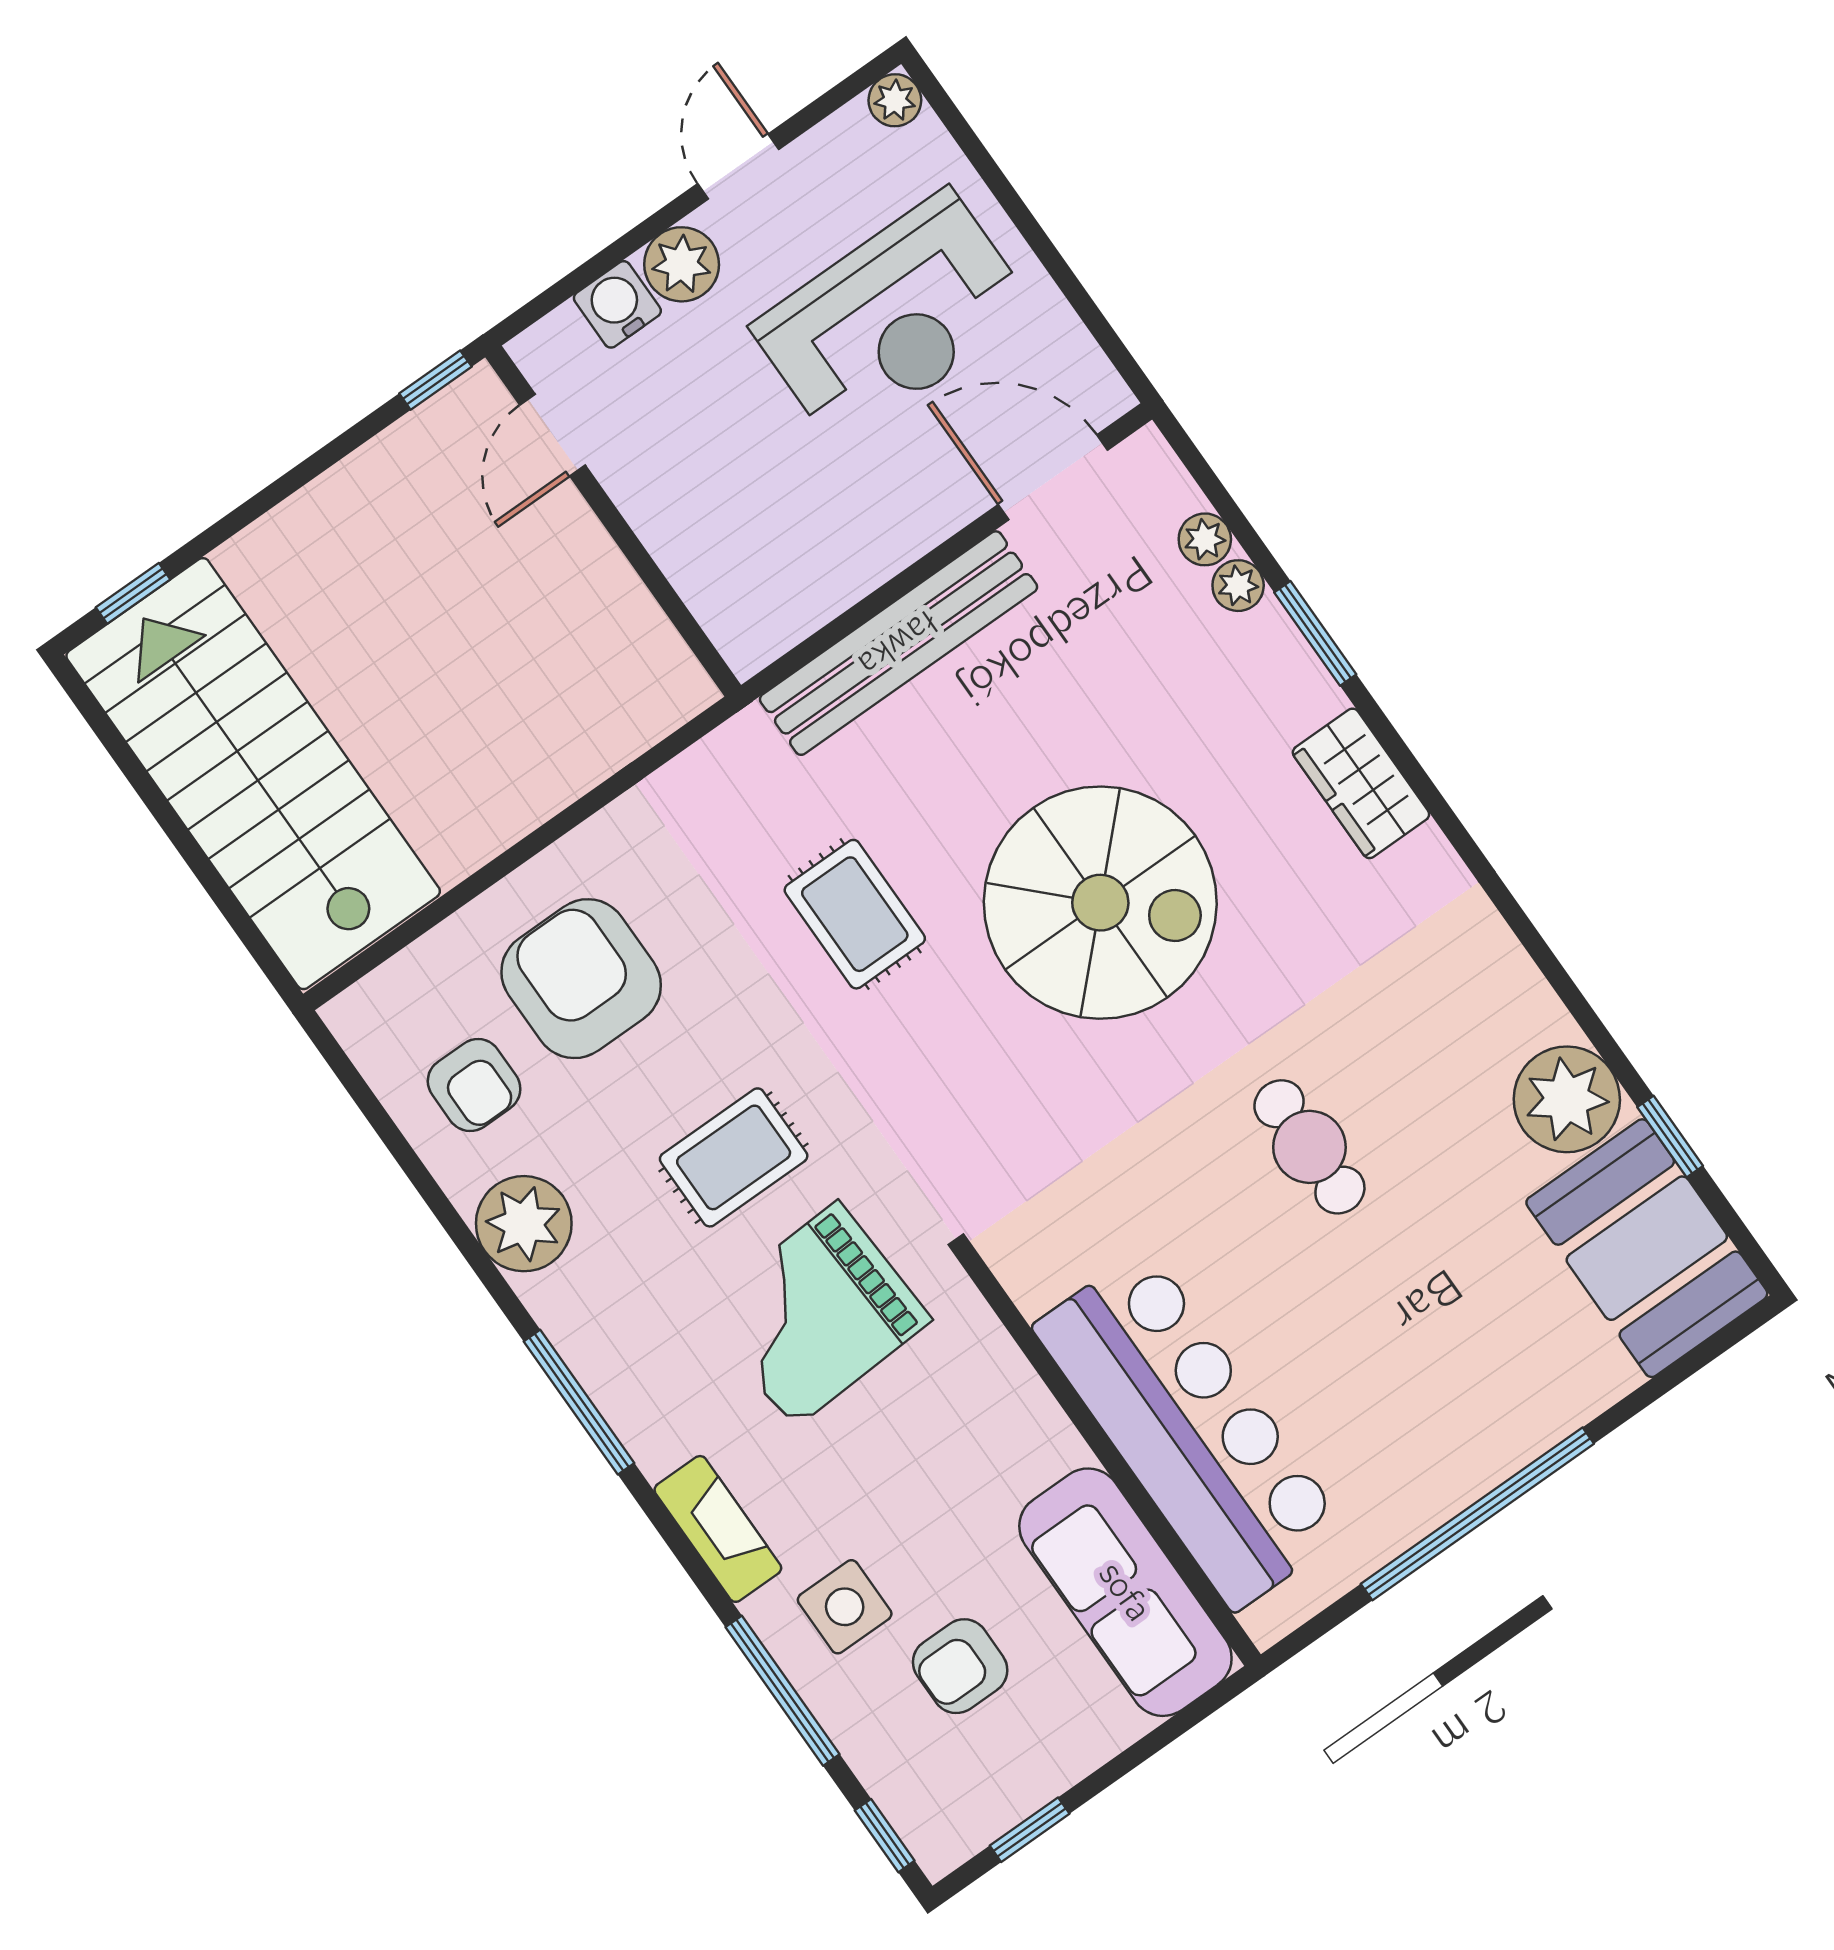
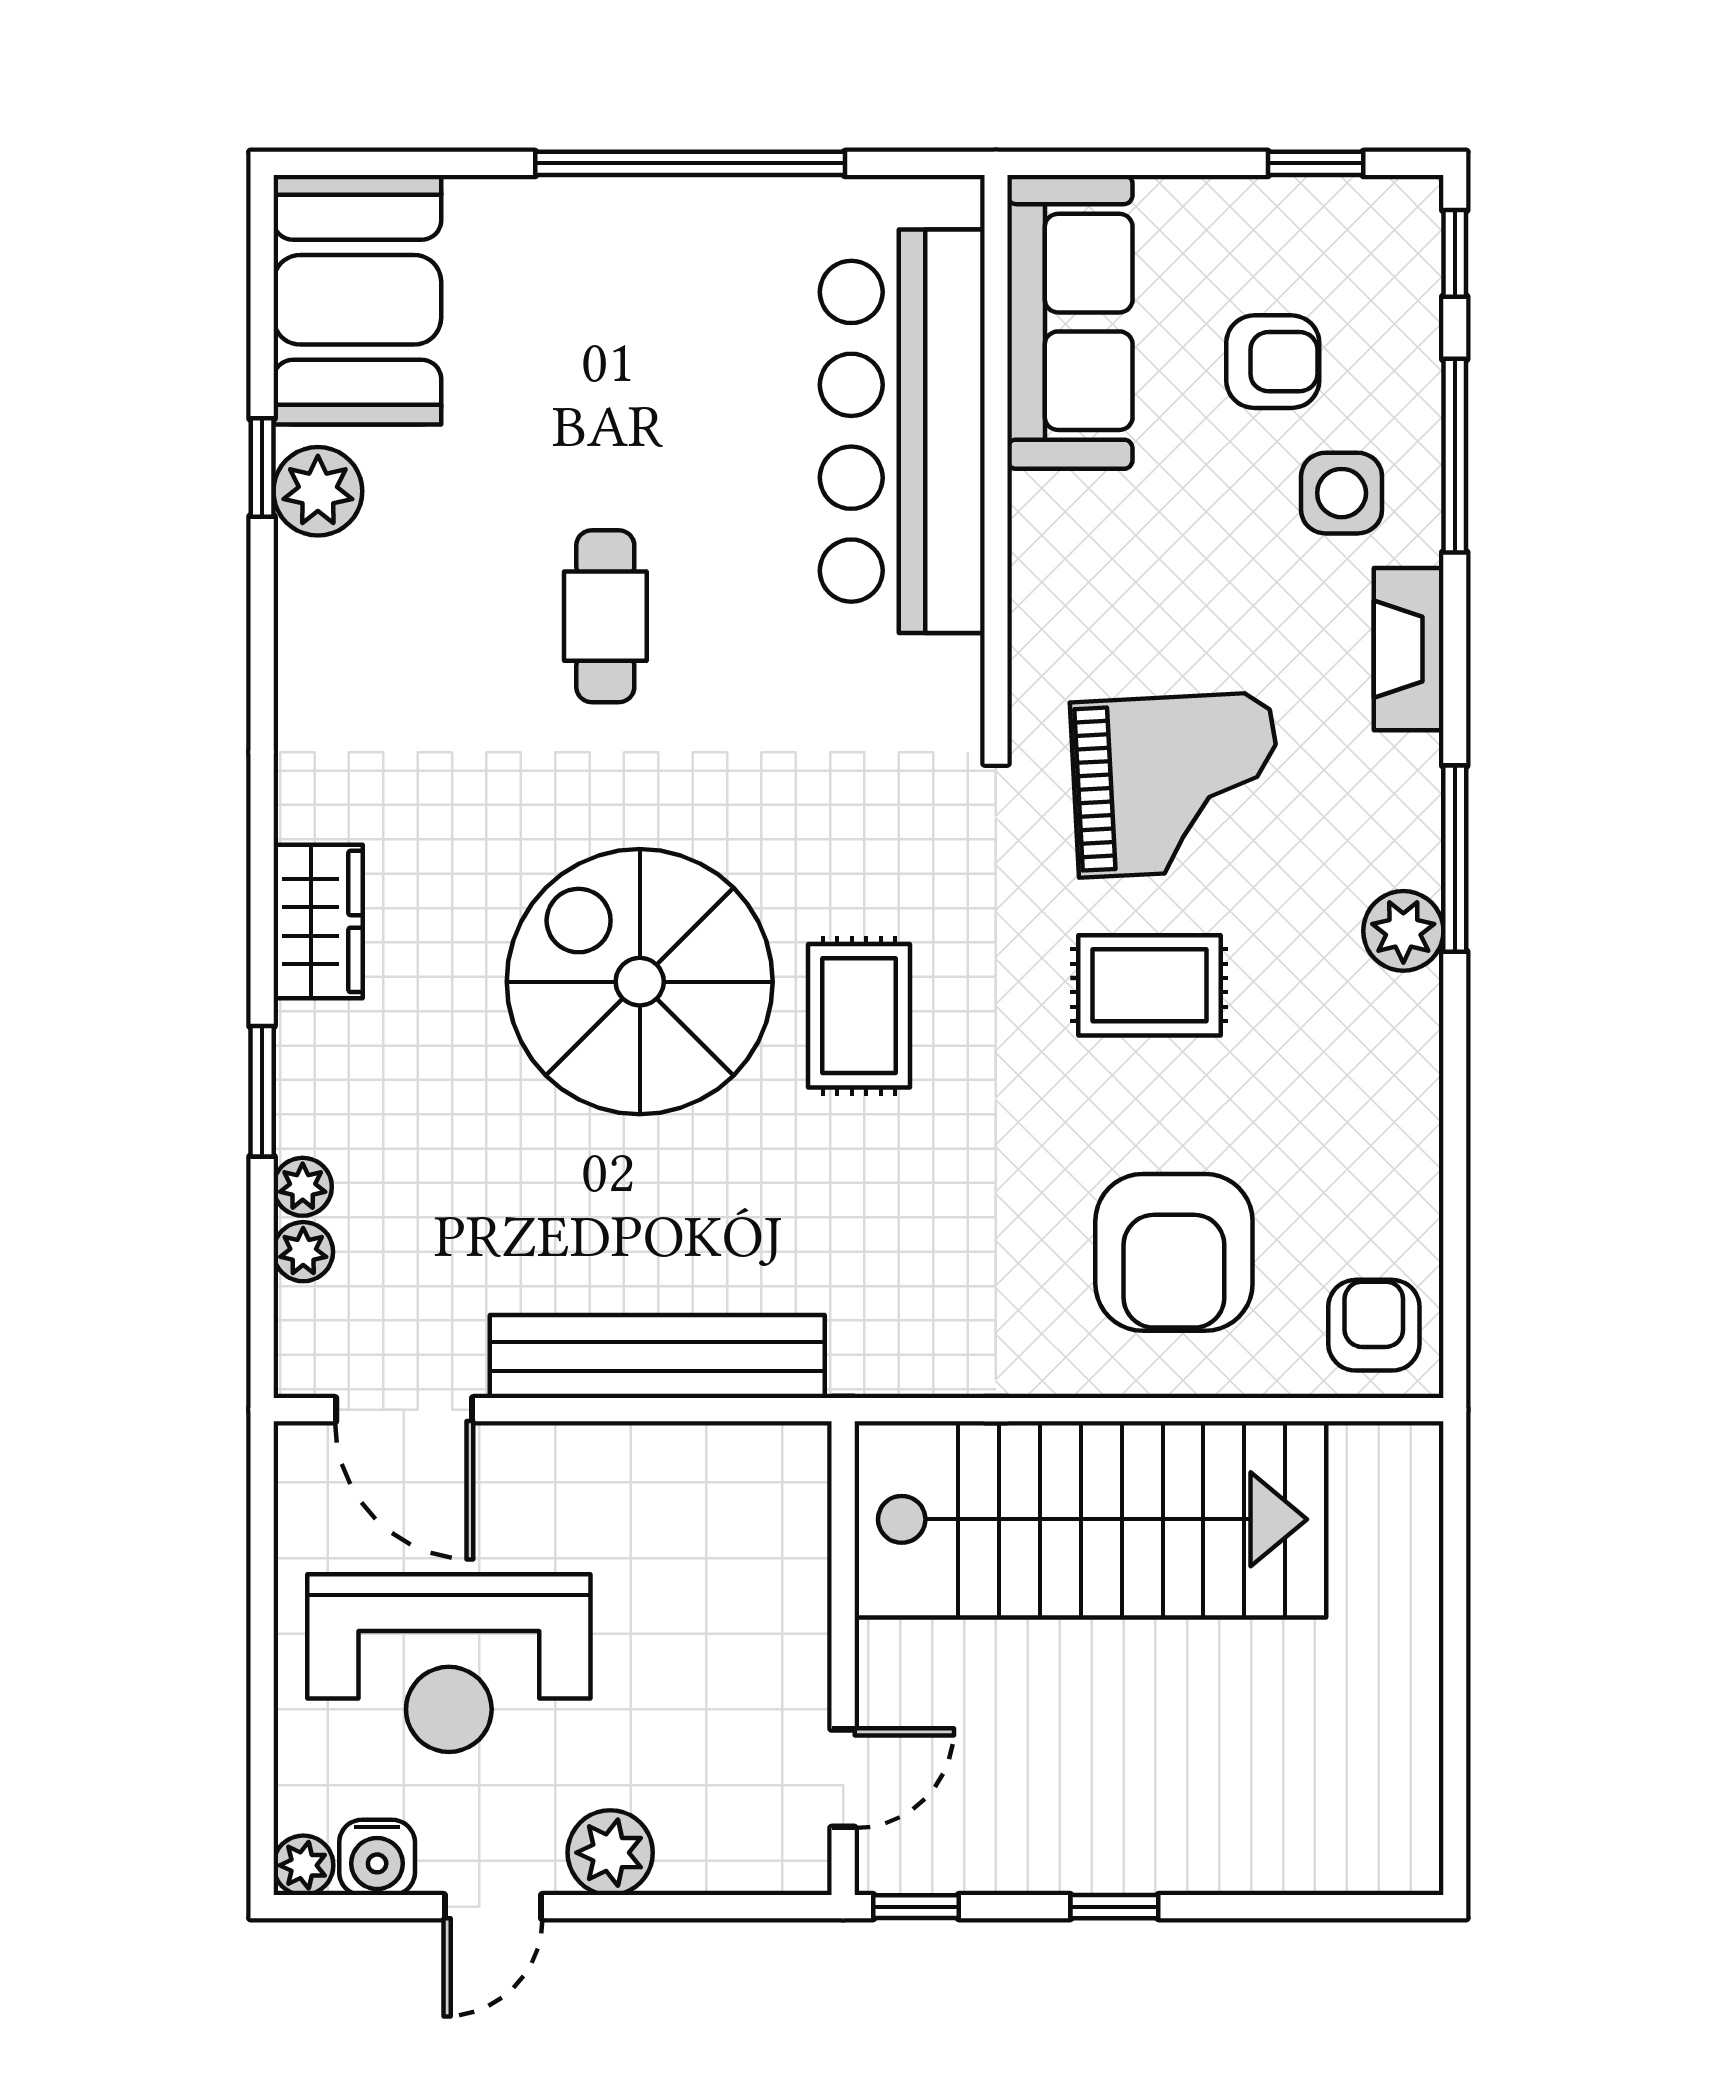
water cooler: (617, 304) -> (377, 1857), moved
reception desk: (893, 318) -> (449, 1663), turned 180
window: (133, 593) -> (1114, 1907), moved
stairs: (253, 774) -> (1090, 1519), moved, turned -90
rug: (855, 914) -> (859, 1016), moved
armchair: (474, 1085) -> (1374, 1325), moved
plant: (1567, 1099) -> (318, 491), width x0.73, depth x0.73
window: (1670, 1136) -> (262, 467), moved
plant: (524, 1224) -> (1403, 931), moved, width x0.73, depth x0.73

